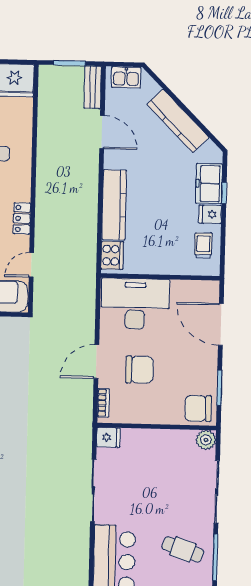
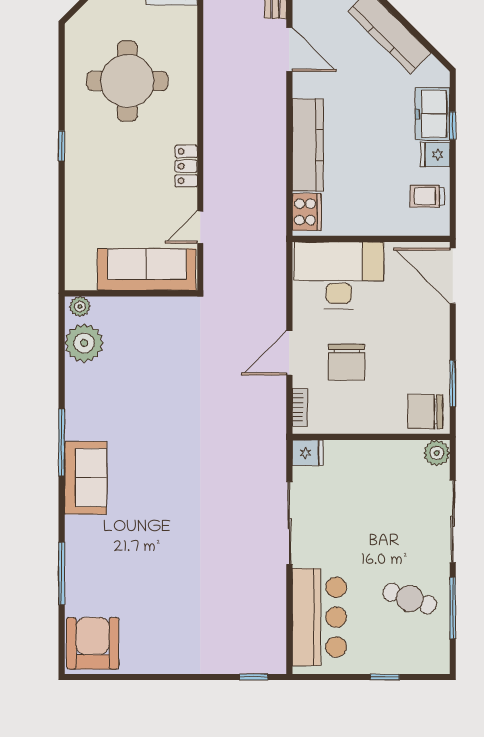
trolley: (203, 246) -> (427, 196), turned -90
door: (221, 324) -> (453, 276), moved
chair: (140, 370) -> (347, 362), turned 90

